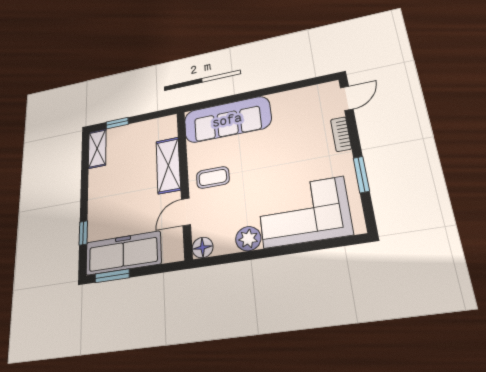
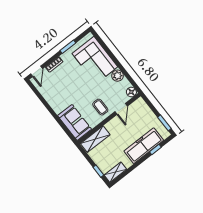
door: (347, 98) -> (37, 71), swing flipped
sofa: (227, 120) -> (75, 122), width x0.73
shelving: (168, 165) -> (95, 139), moved
door: (186, 212) -> (121, 109), hinge flipped
freezer: (123, 253) -> (144, 146), moved, turned 90

